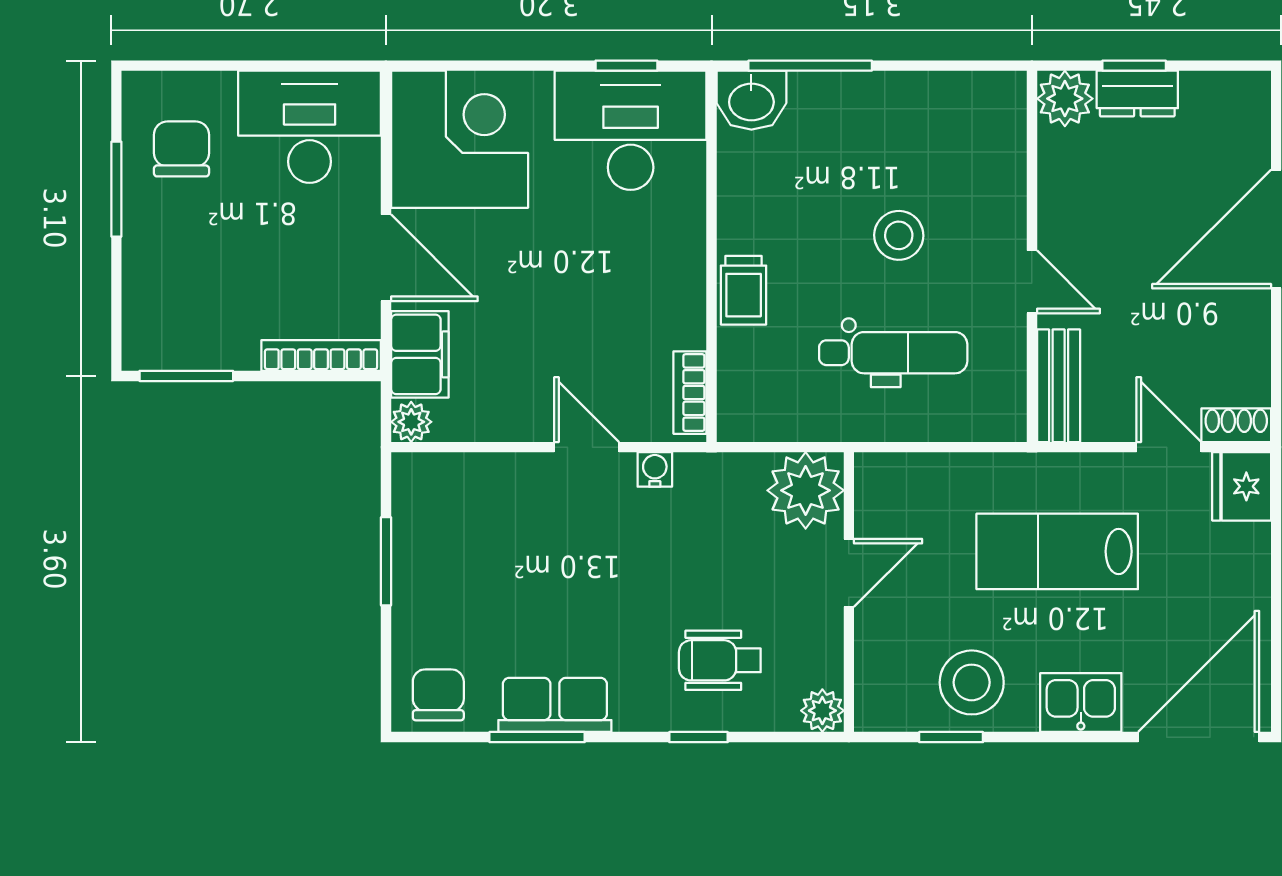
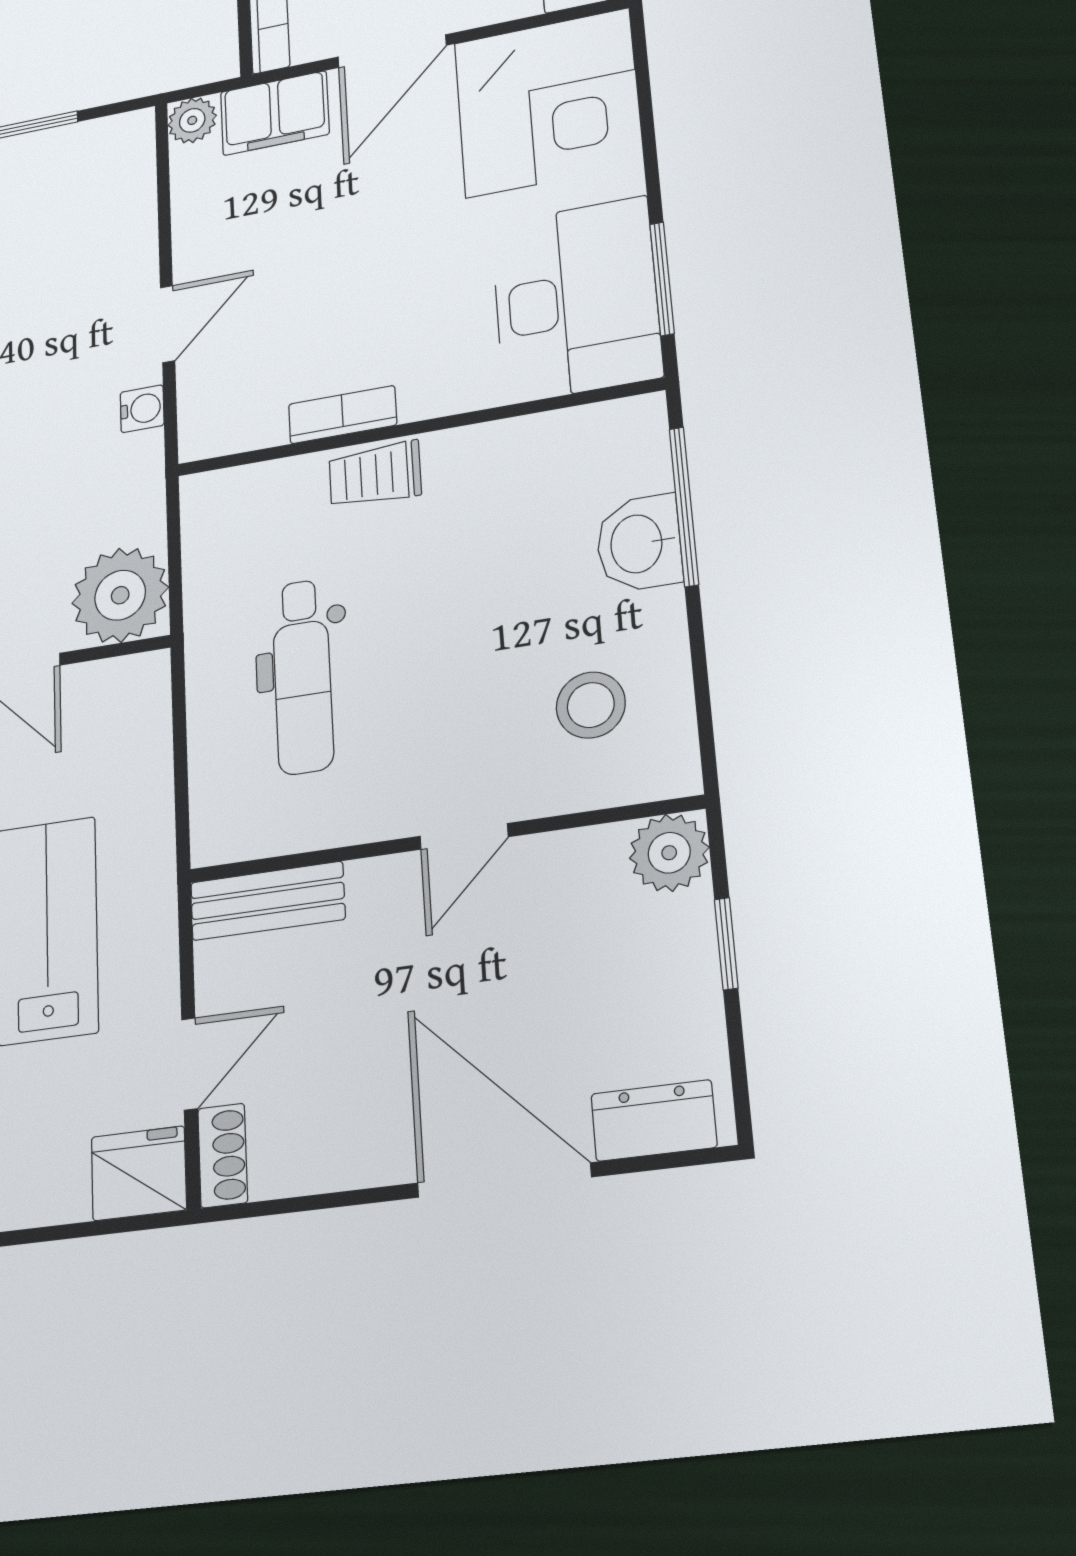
window: (626, 66) -> (662, 279), width x1.50
dresser: (1137, 94) -> (654, 1121), moved, turned 90
washbasin: (751, 100) -> (639, 543), moved
stool: (899, 235) -> (591, 705), moved
door: (1032, 282) -> (464, 836), moved
bookcase: (690, 393) -> (343, 415), moved

